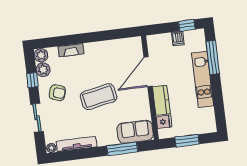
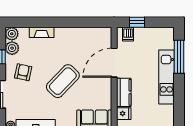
window: (187, 25) -> (137, 22), moved
dishwasher: (178, 39) -> (128, 34), moved
armchair: (57, 93) -> (23, 72), turned -96
coffee table: (99, 97) -> (63, 81), turned -35

